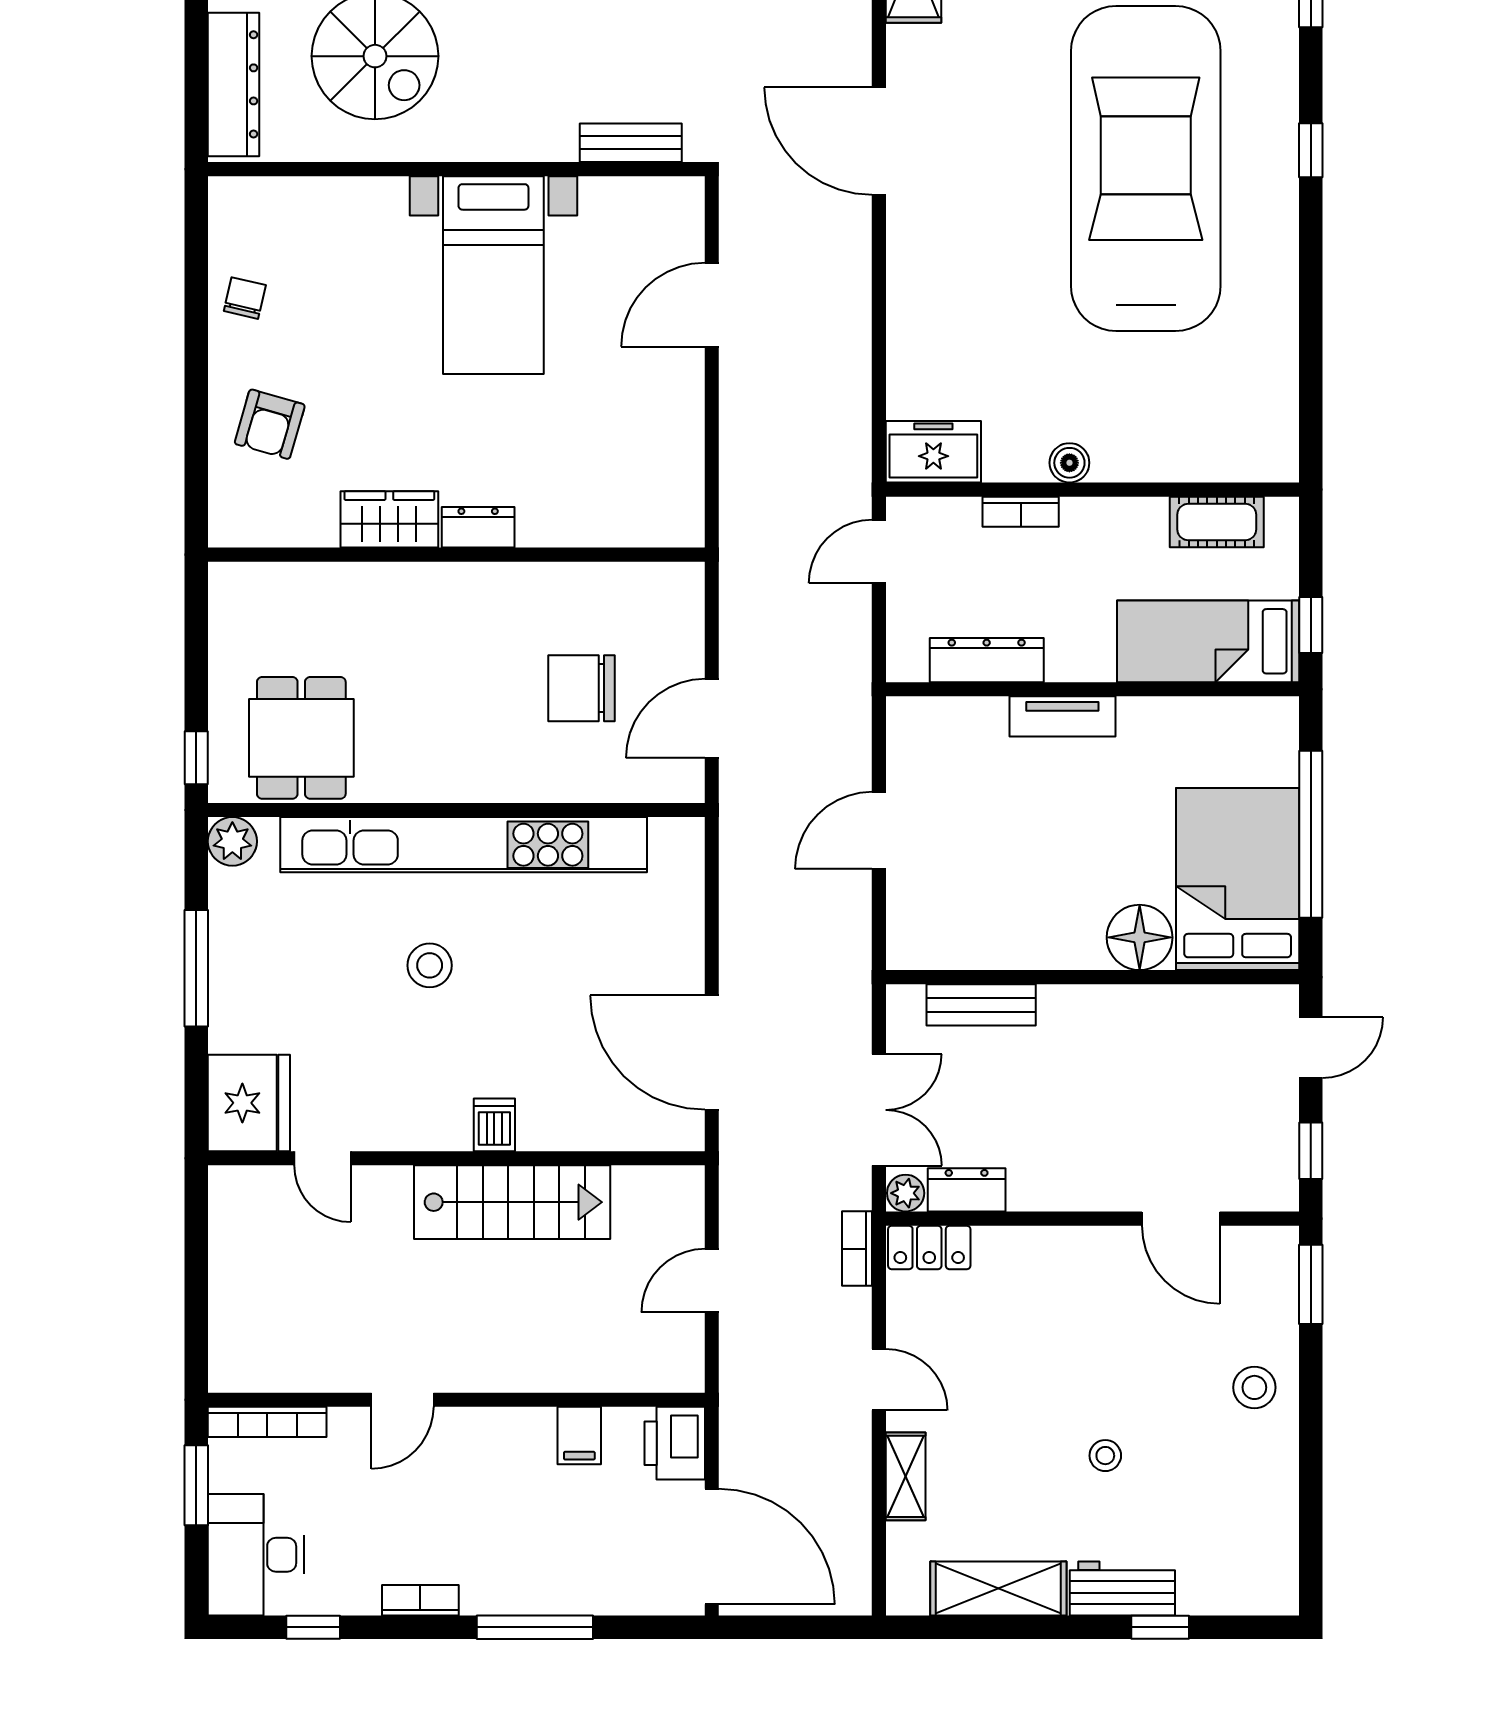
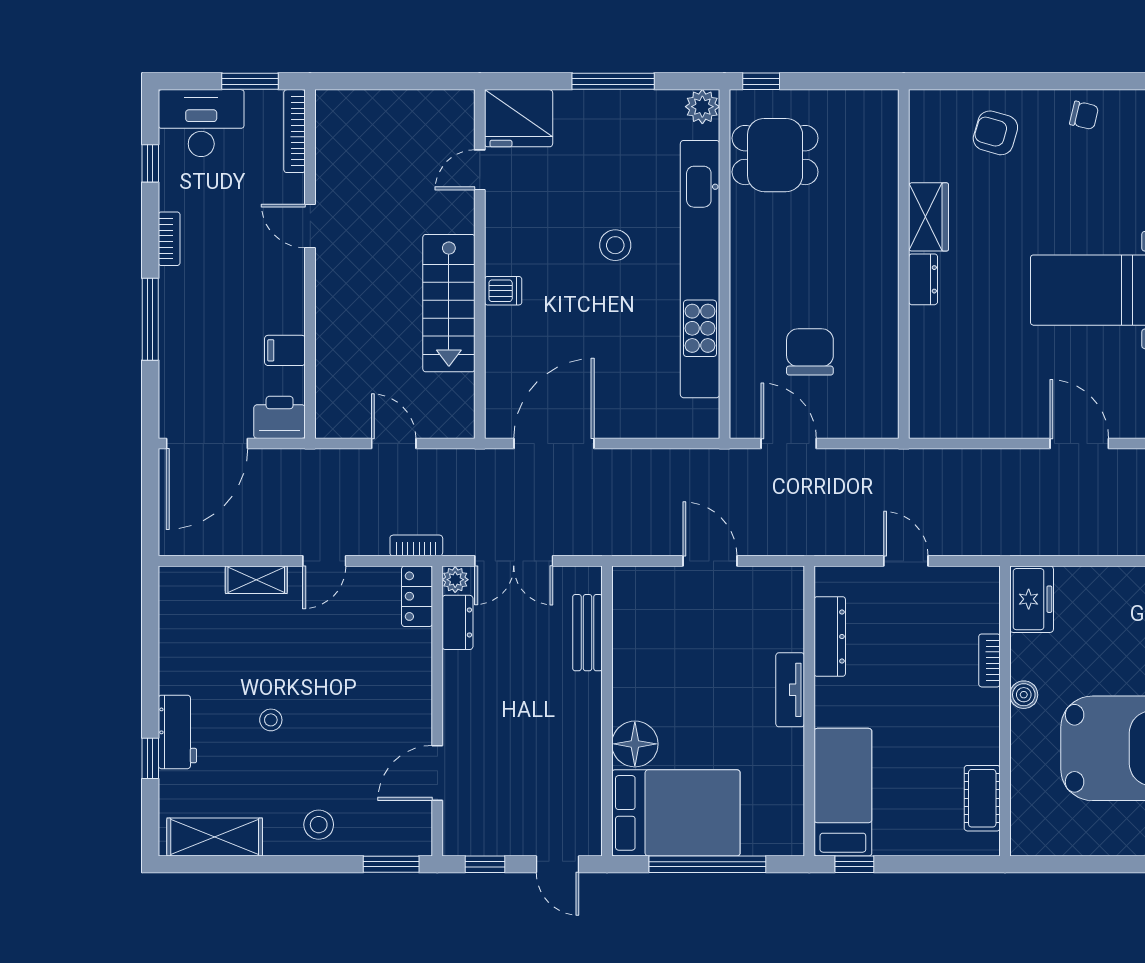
freezer: (933, 452) -> (1032, 599), moved
boiler: (1069, 463) -> (1024, 695), moved
wall: (1093, 490) -> (1005, 711), moved
bookcase: (1021, 512) -> (989, 660), moved
cot: (1217, 522) -> (982, 798), moved
shelving: (998, 1588) -> (215, 837), moved, turned 90

